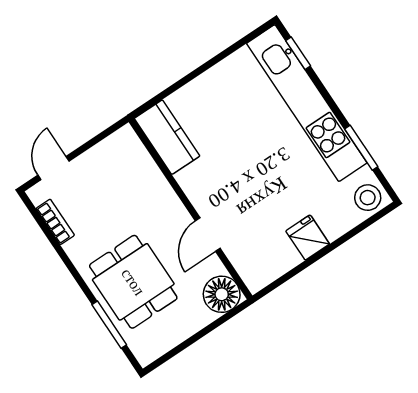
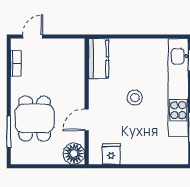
stool: (368, 198) -> (135, 98), moved
fridge: (308, 238) -> (111, 154), moved

